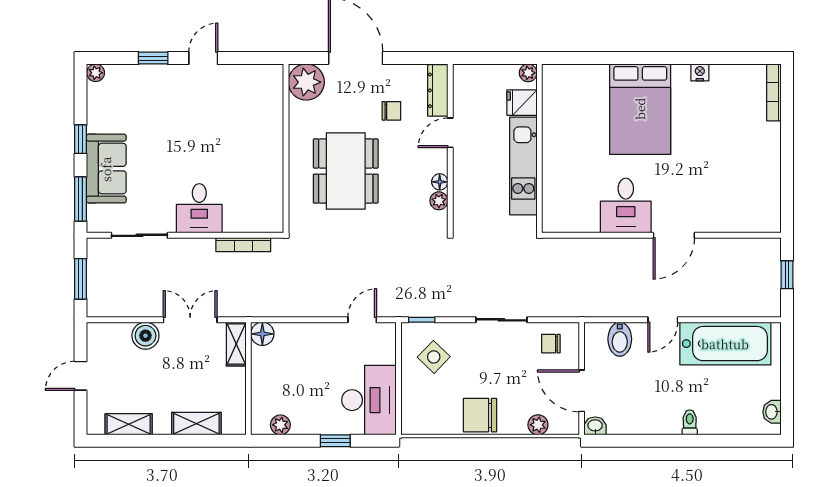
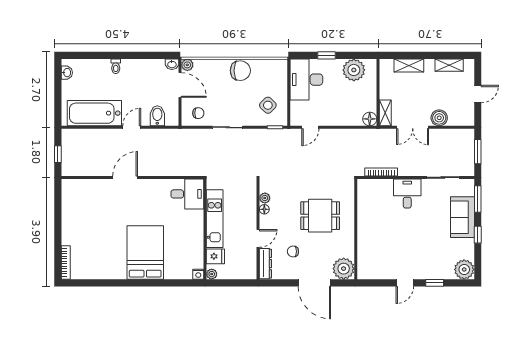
nightstand: (700, 72) -> (198, 274), moved
plant: (96, 73) -> (464, 269), width x1.87, depth x1.87
dining table: (346, 171) -> (320, 216), width x0.73
desk: (626, 206) -> (187, 194), moved, turned 90
plant: (280, 425) -> (354, 70), width x1.87, depth x1.87
plant: (538, 425) -> (187, 65), moved

